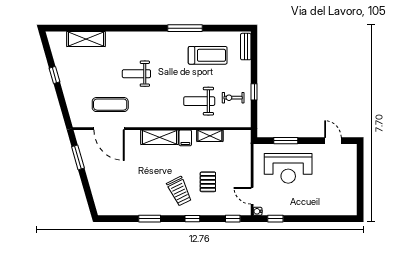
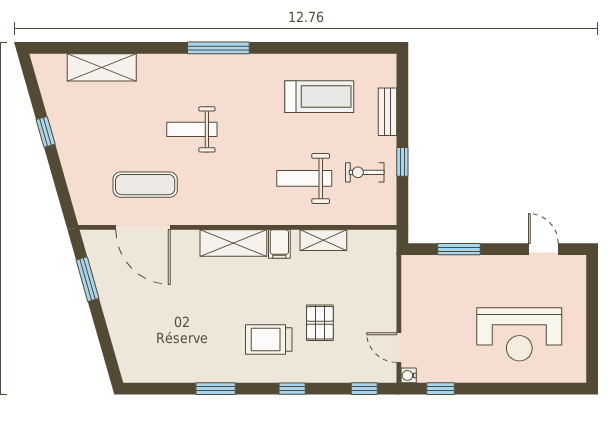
window: (185, 28) -> (218, 48), moved
bench: (246, 47) -> (387, 112), moved
reception desk: (288, 168) -> (519, 334), moved
trolley: (179, 191) -> (269, 340), turned 116

